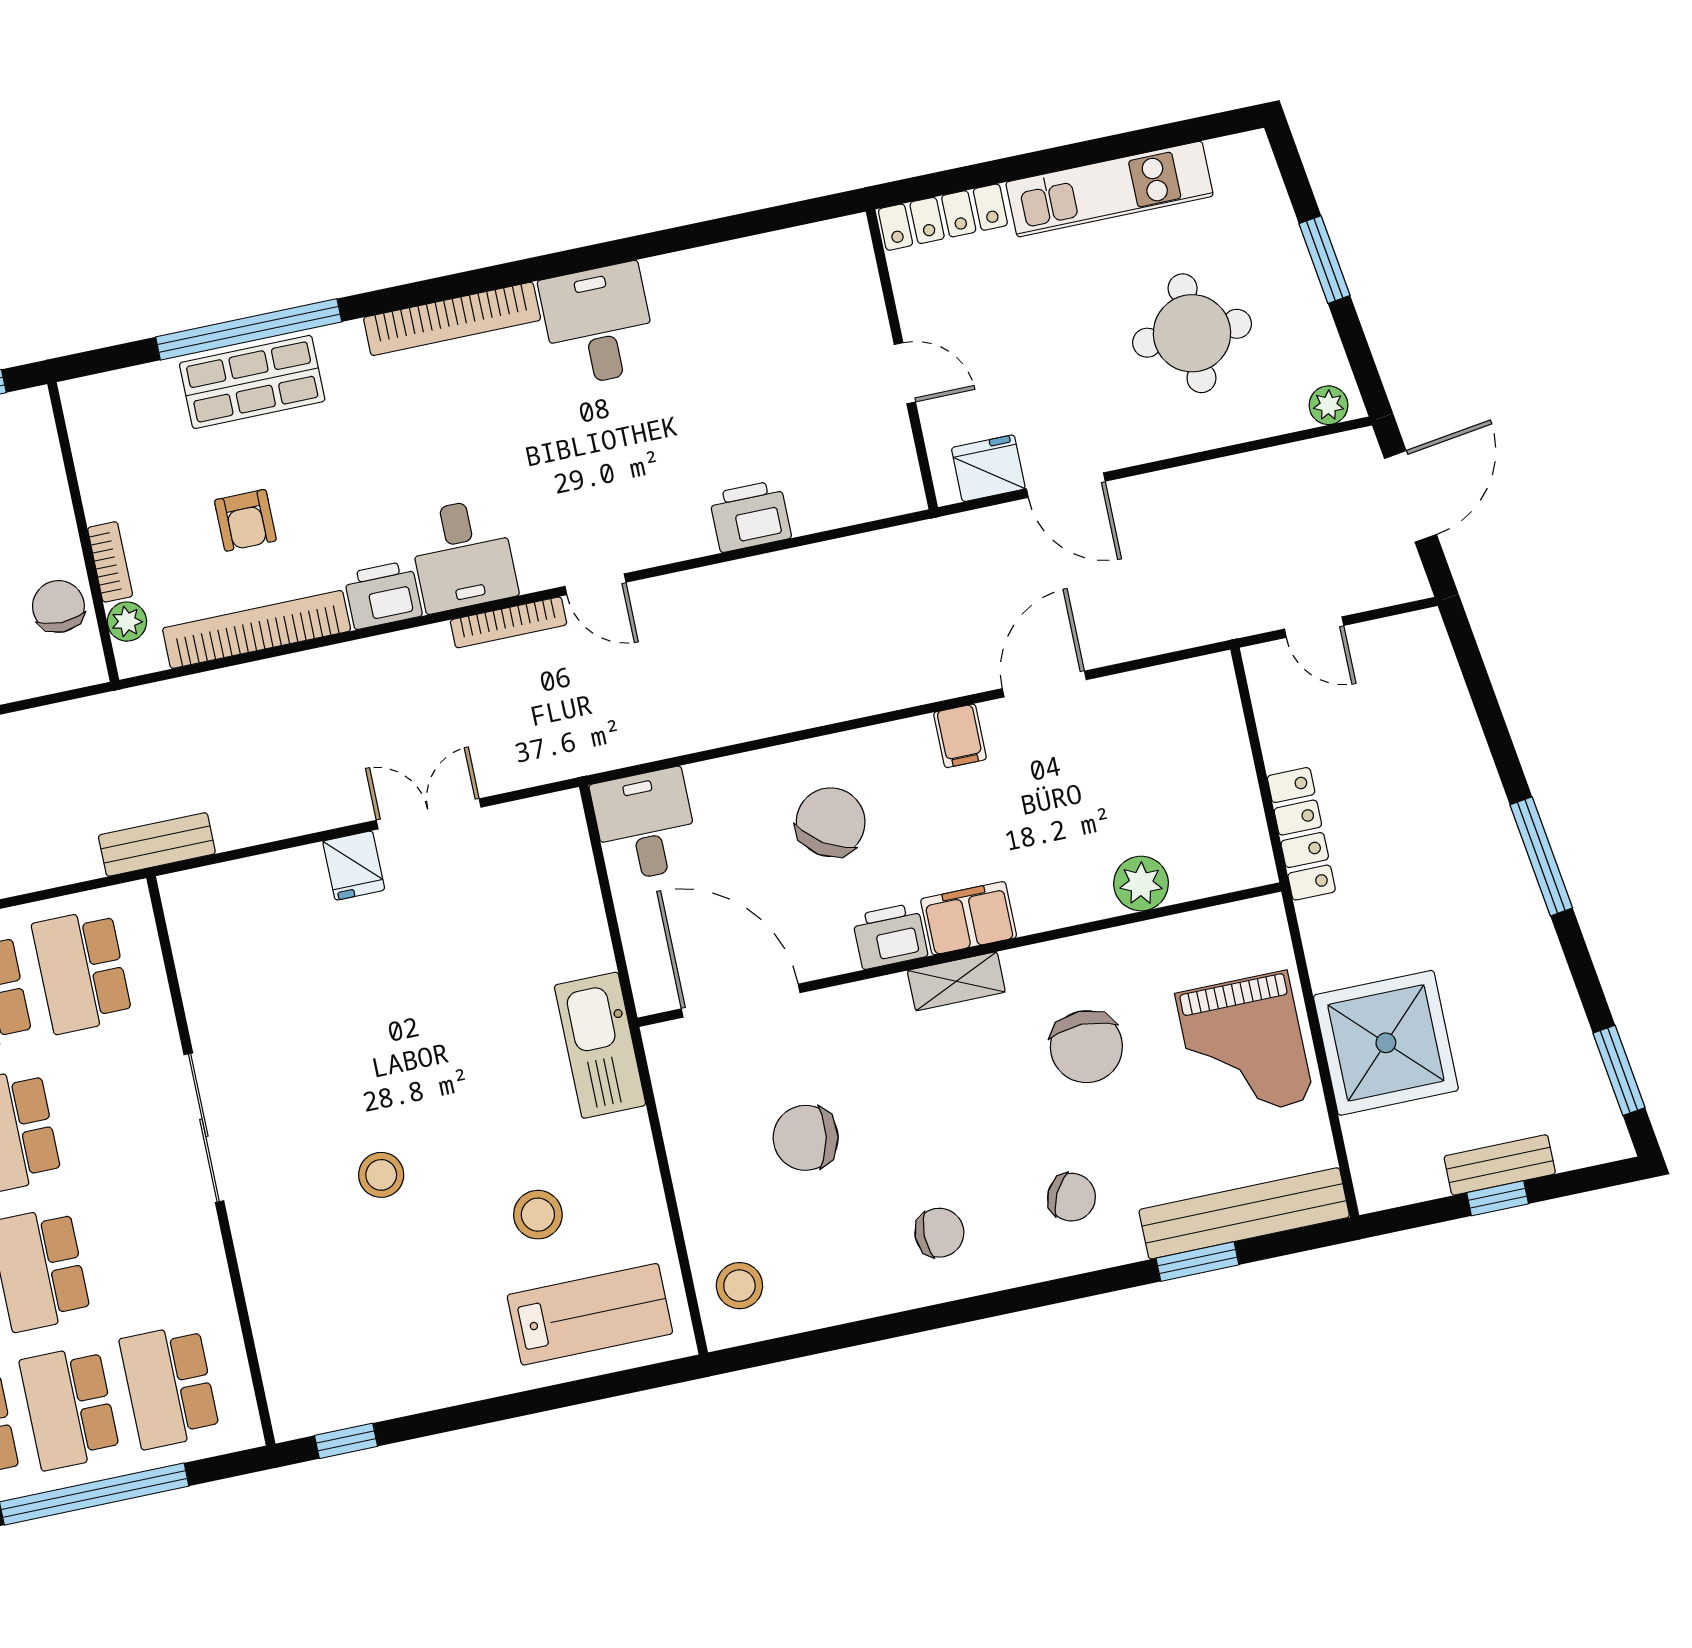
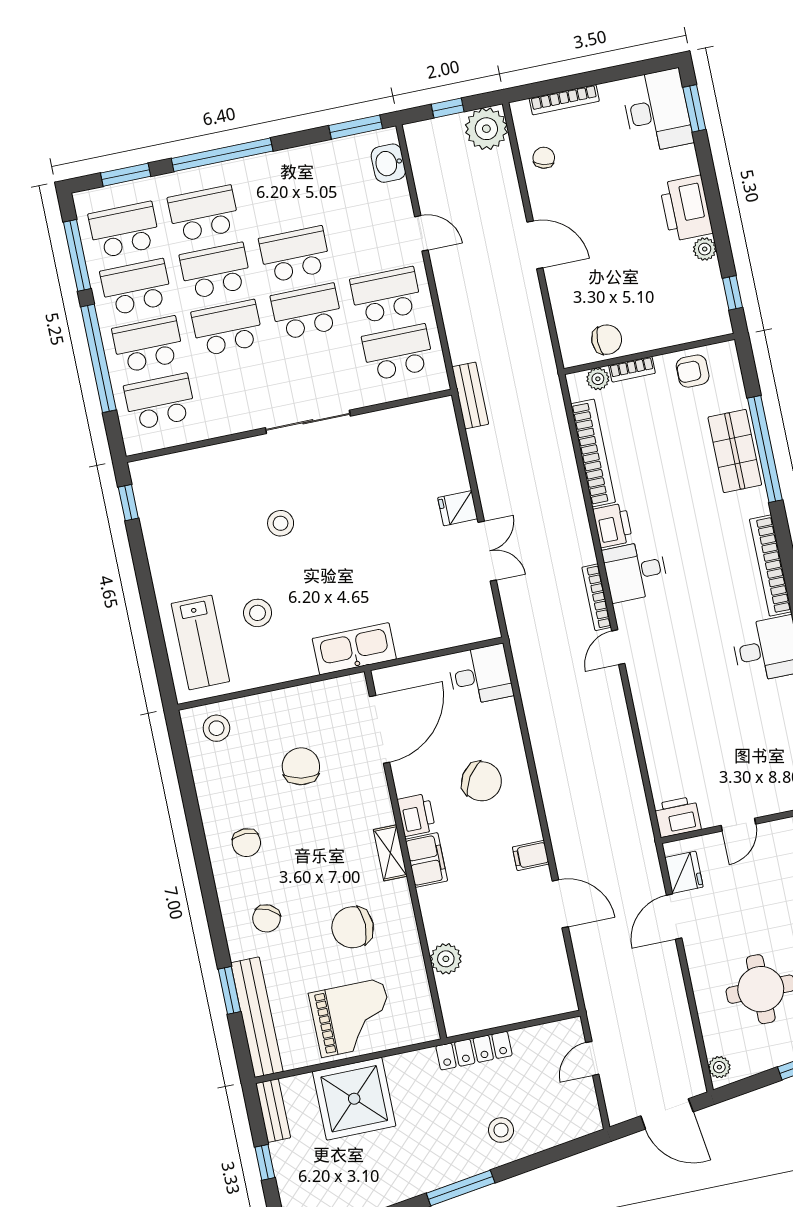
printer: (750, 516) -> (677, 817), moved, turned -90
armchair: (245, 520) -> (693, 371), moved
stool: (1440, 786) -> (501, 1130), added
grand piano: (1244, 1047) -> (352, 1018), turned 180
bench: (1500, 1165) -> (273, 1111), moved

